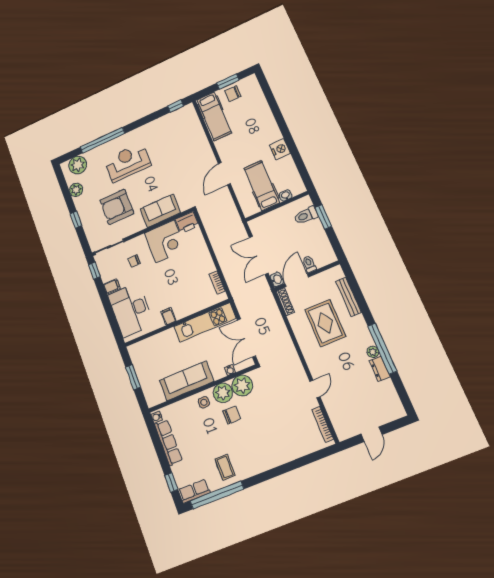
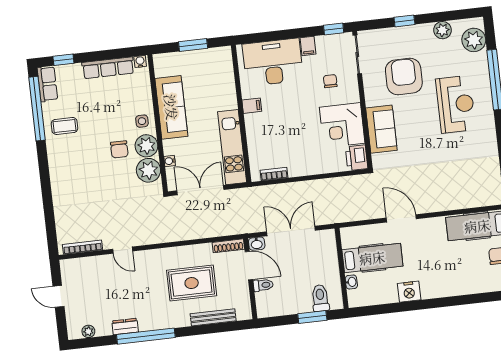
plant: (373, 352) -> (88, 331), moved

